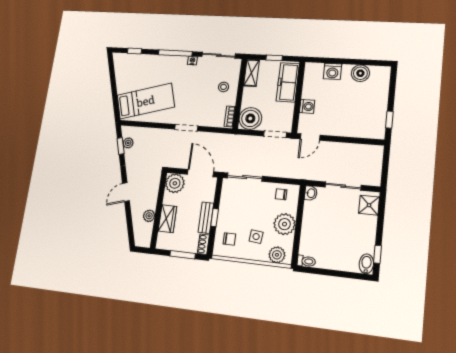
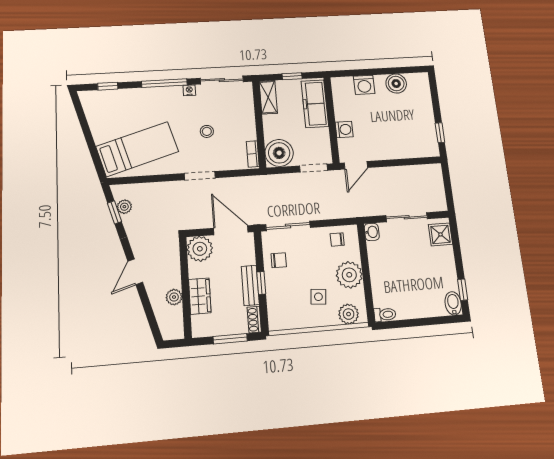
stool: (223, 87) -> (207, 131), moved
chair: (229, 239) -> (279, 260), moved

